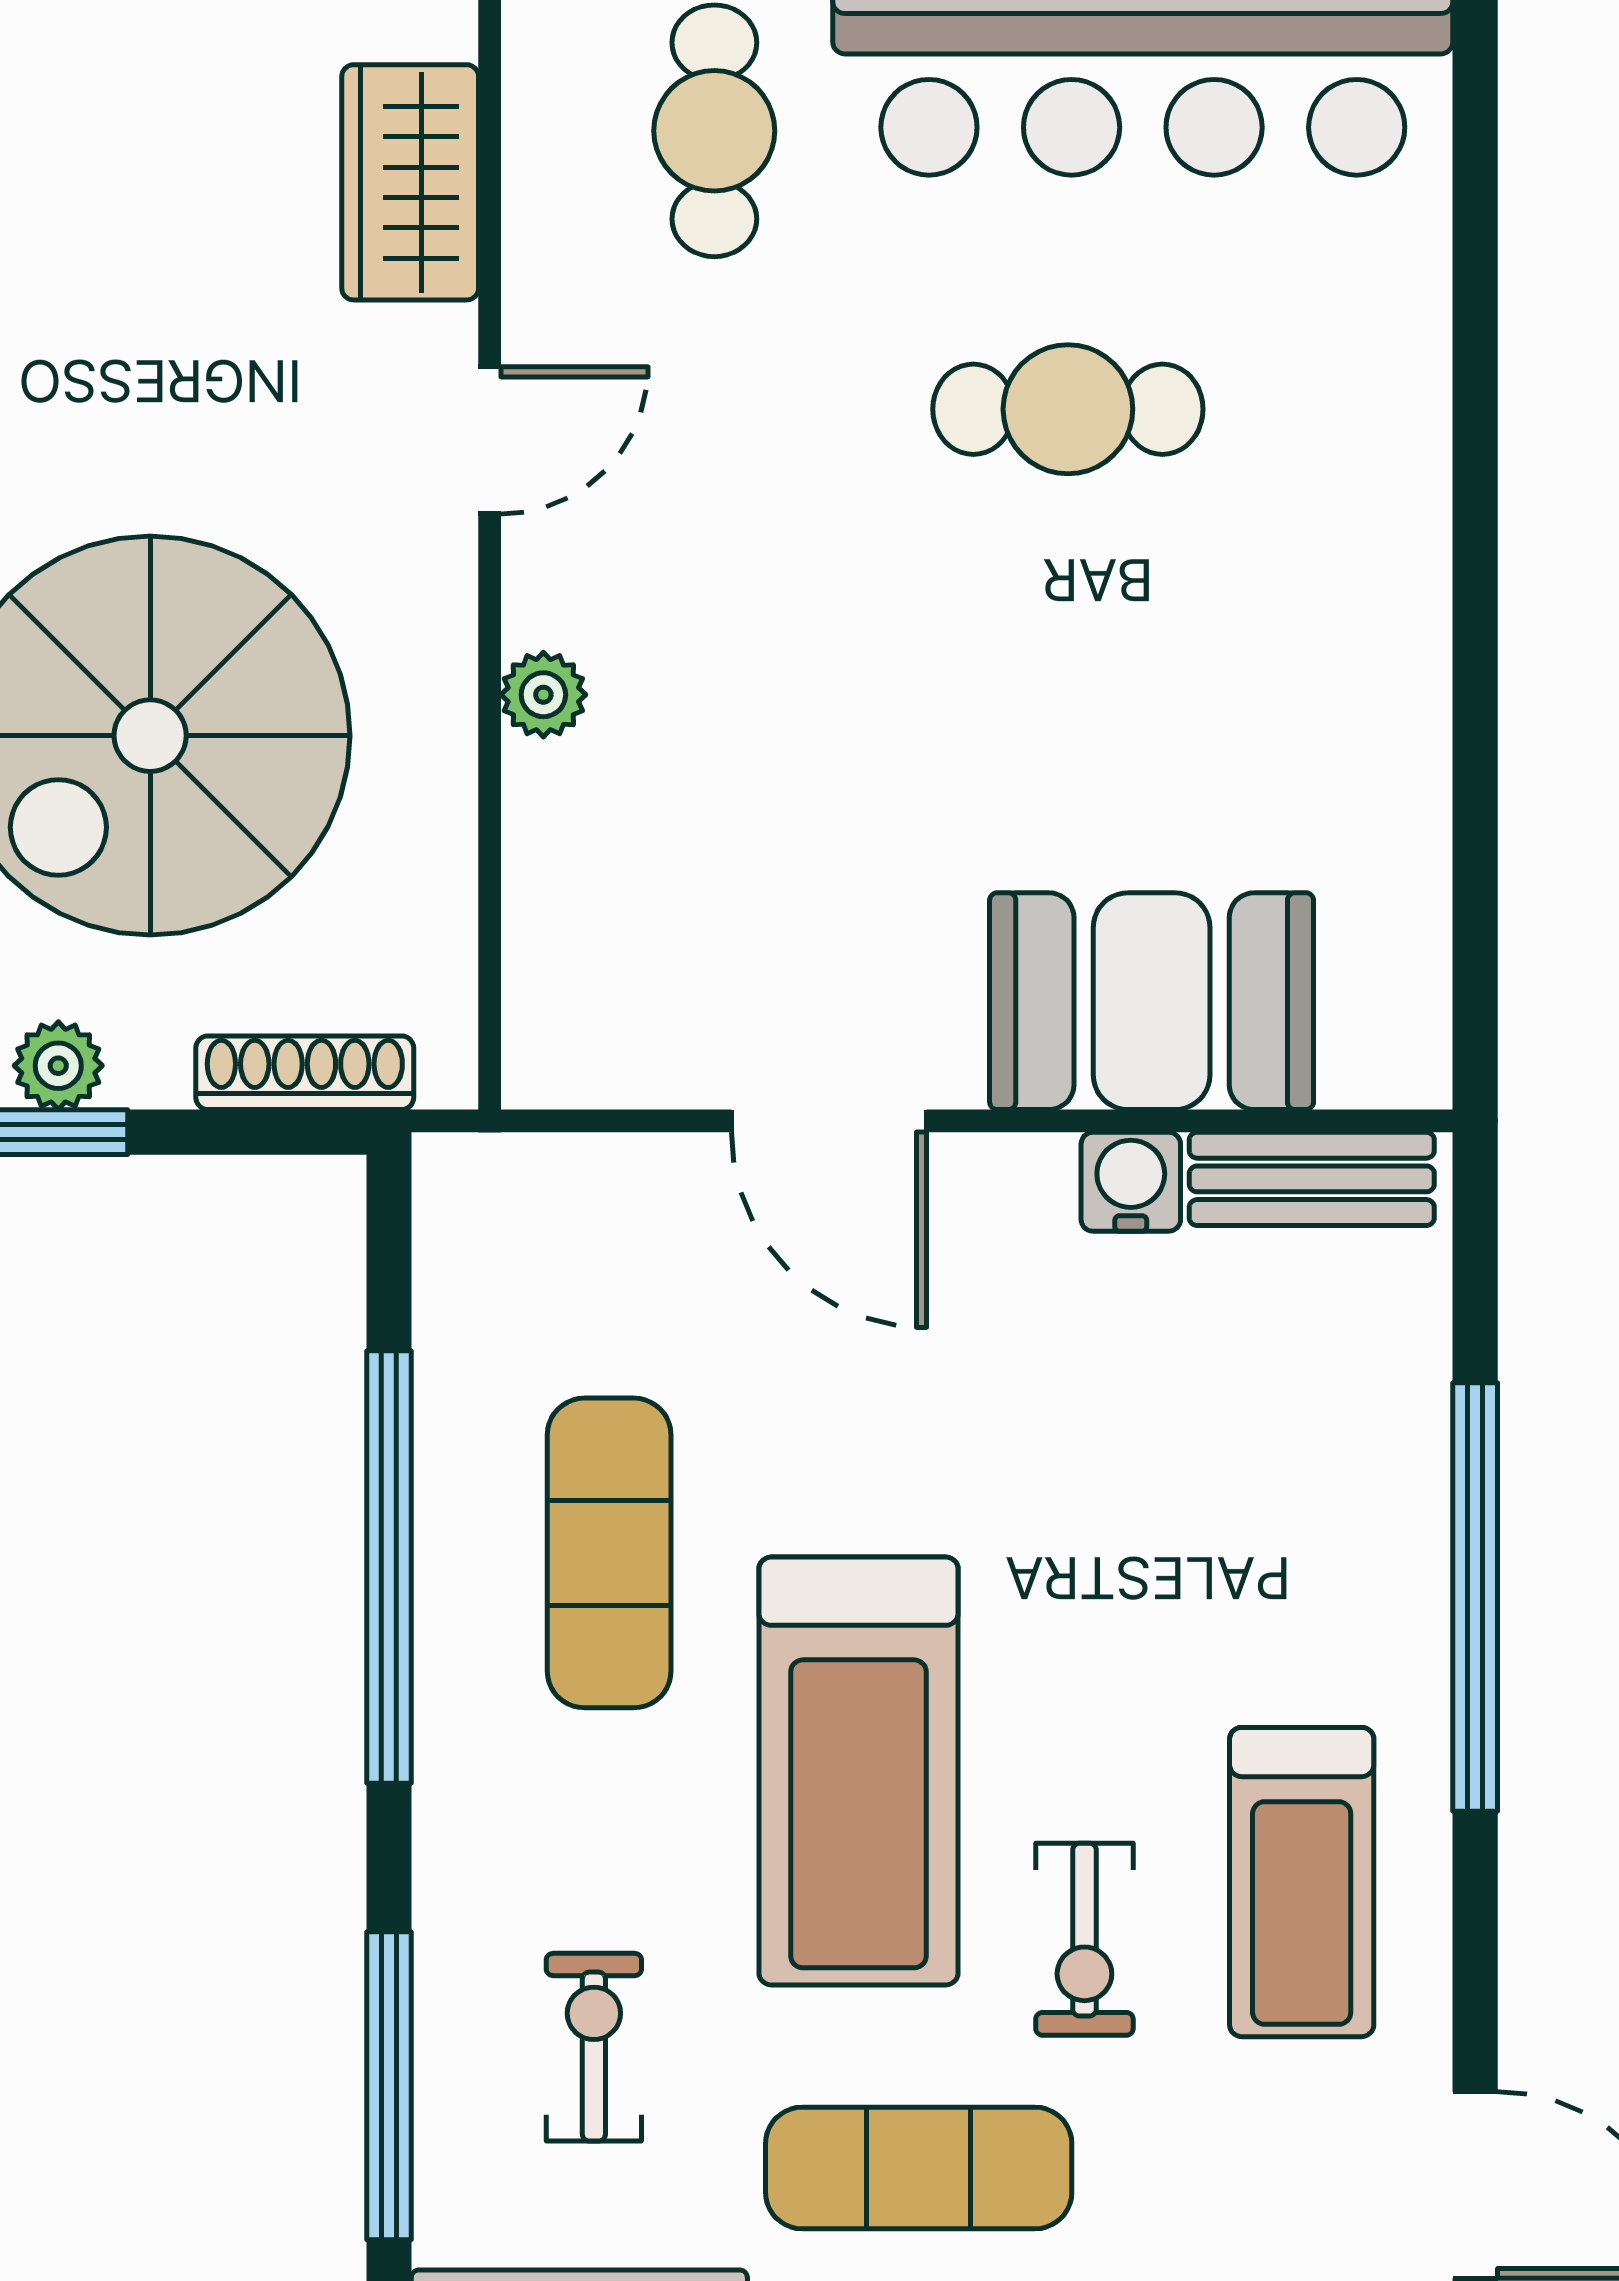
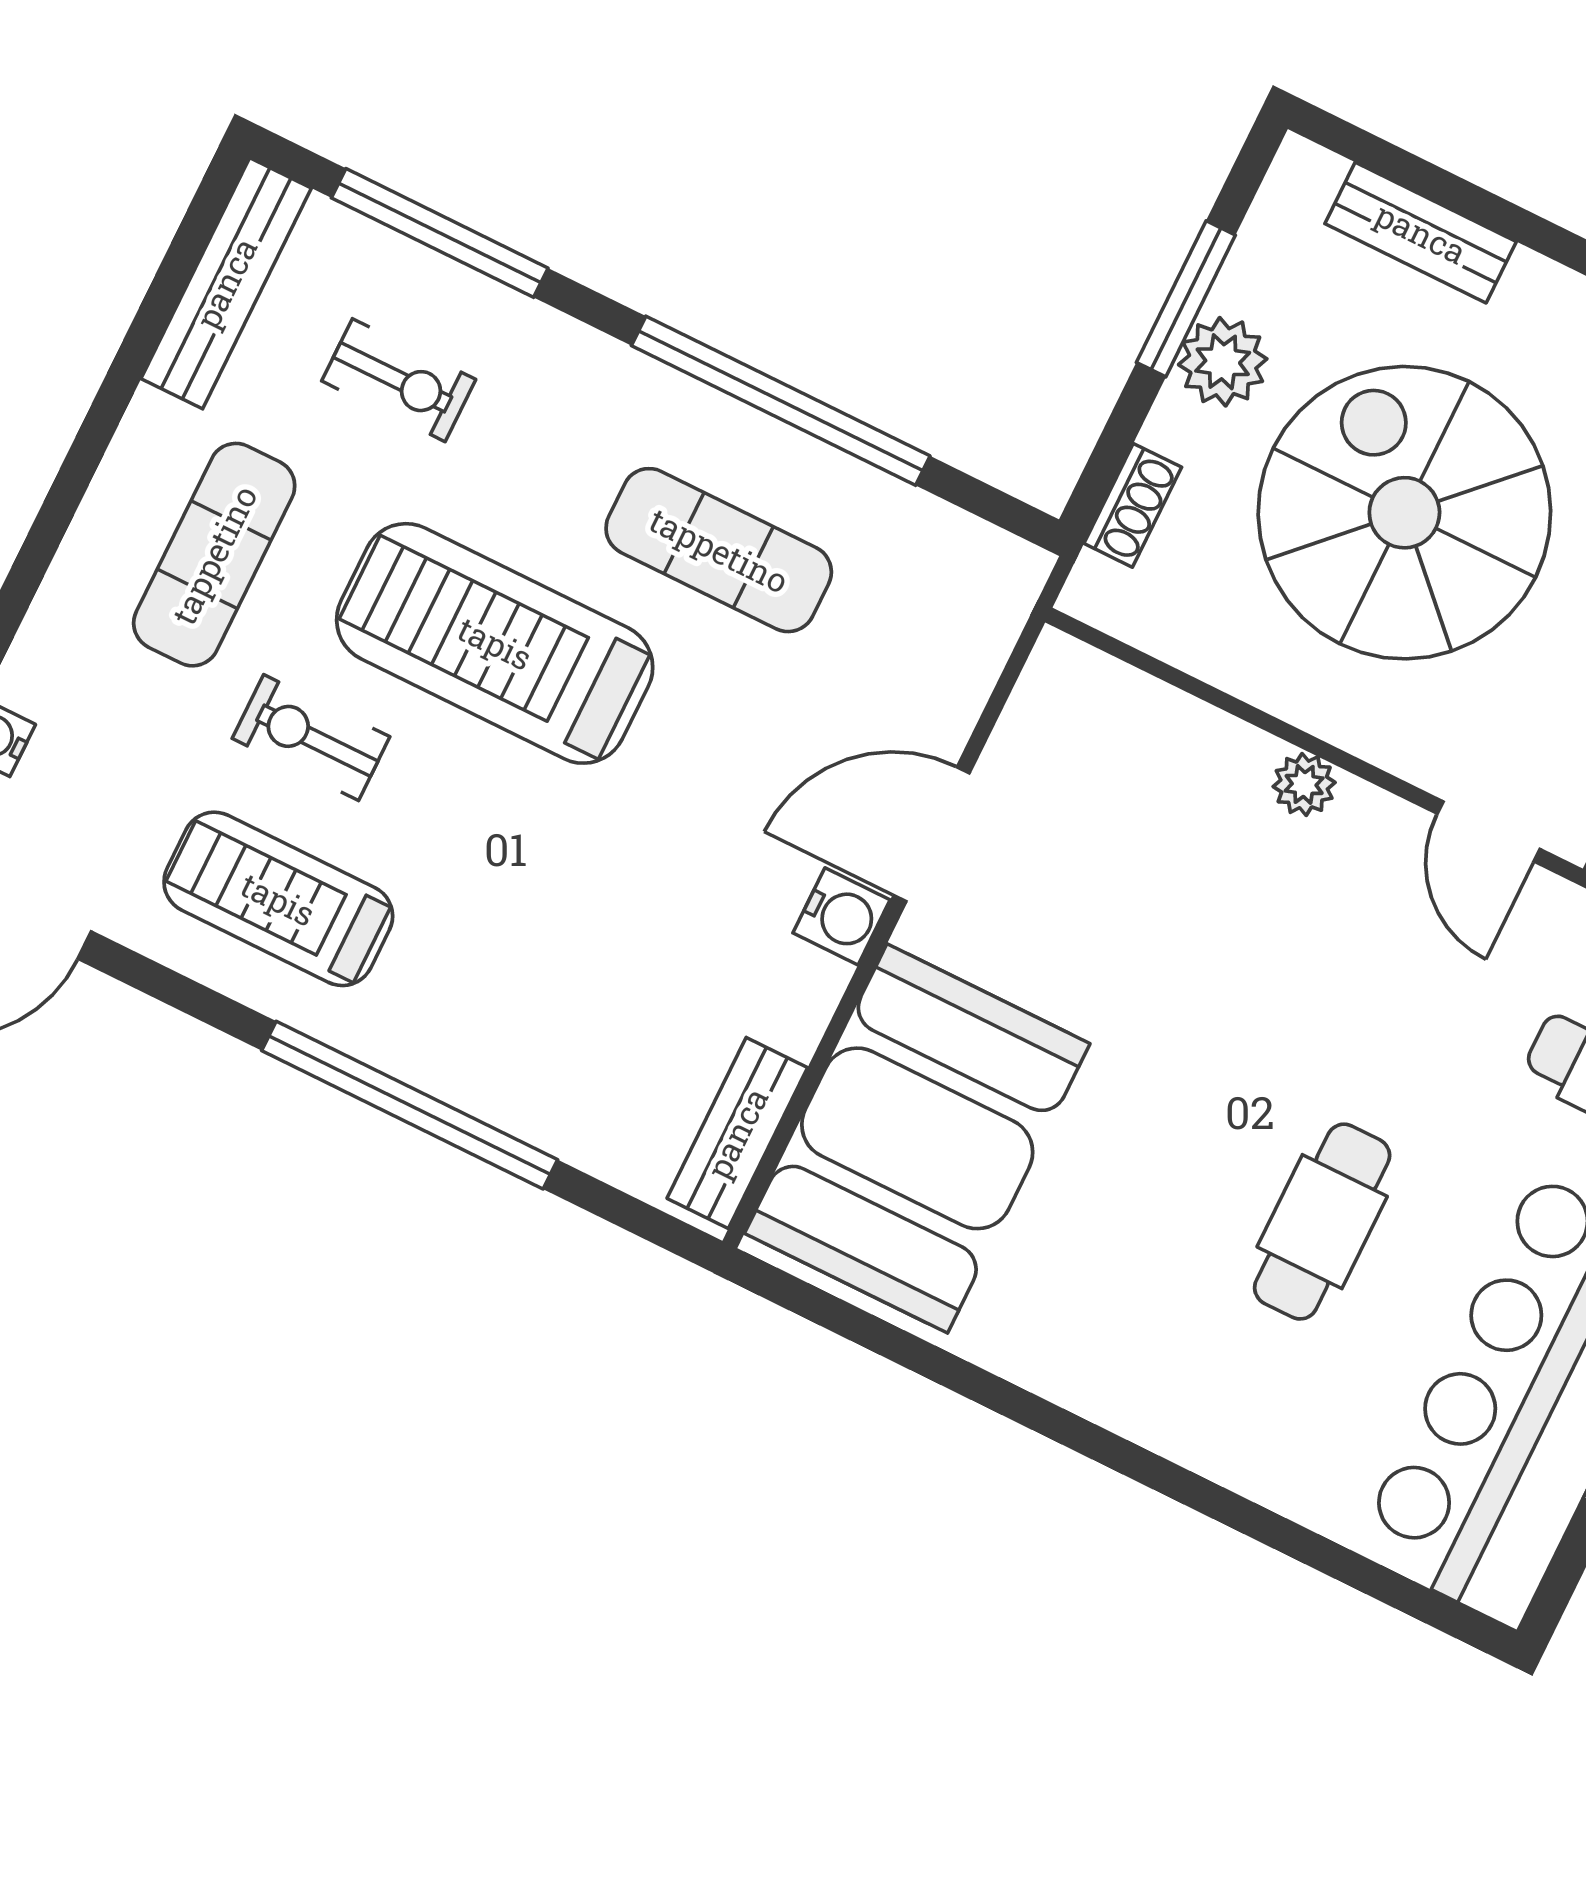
booth: (1152, 1001) -> (917, 1138), width x1.36, depth x1.42
plant: (58, 1066) -> (1223, 362), width x1.38, depth x1.38
shoe rack: (305, 1073) -> (1133, 505), width x0.70
water cooler: (1131, 1182) -> (842, 916), moved

